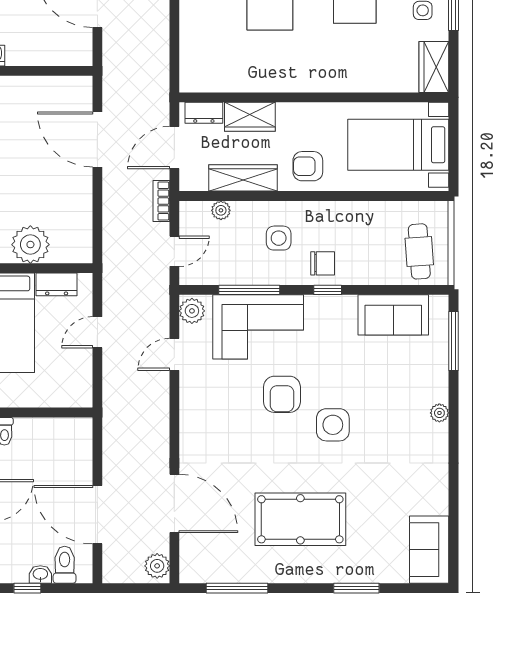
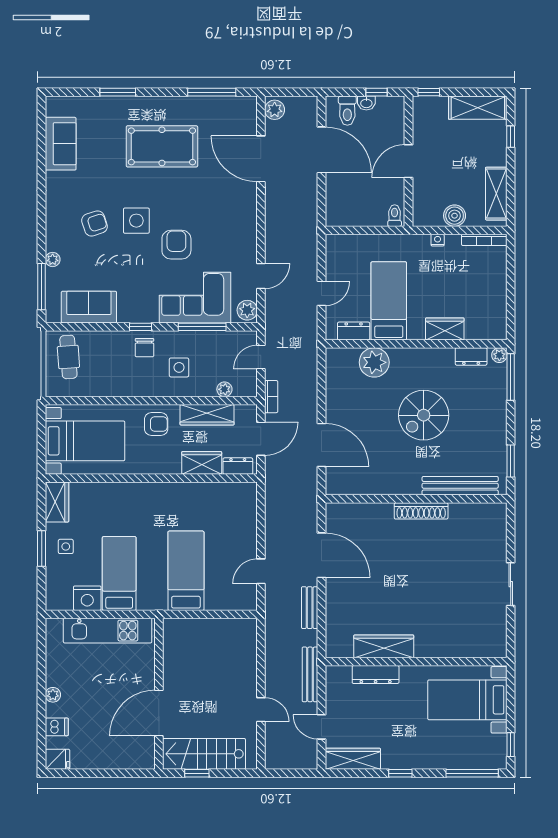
chair: (323, 263) -> (144, 348), turned -90
plant: (439, 413) -> (53, 259), moved
armchair: (386, 421) -> (95, 223), added
sofa: (429, 550) -> (61, 144), moved

